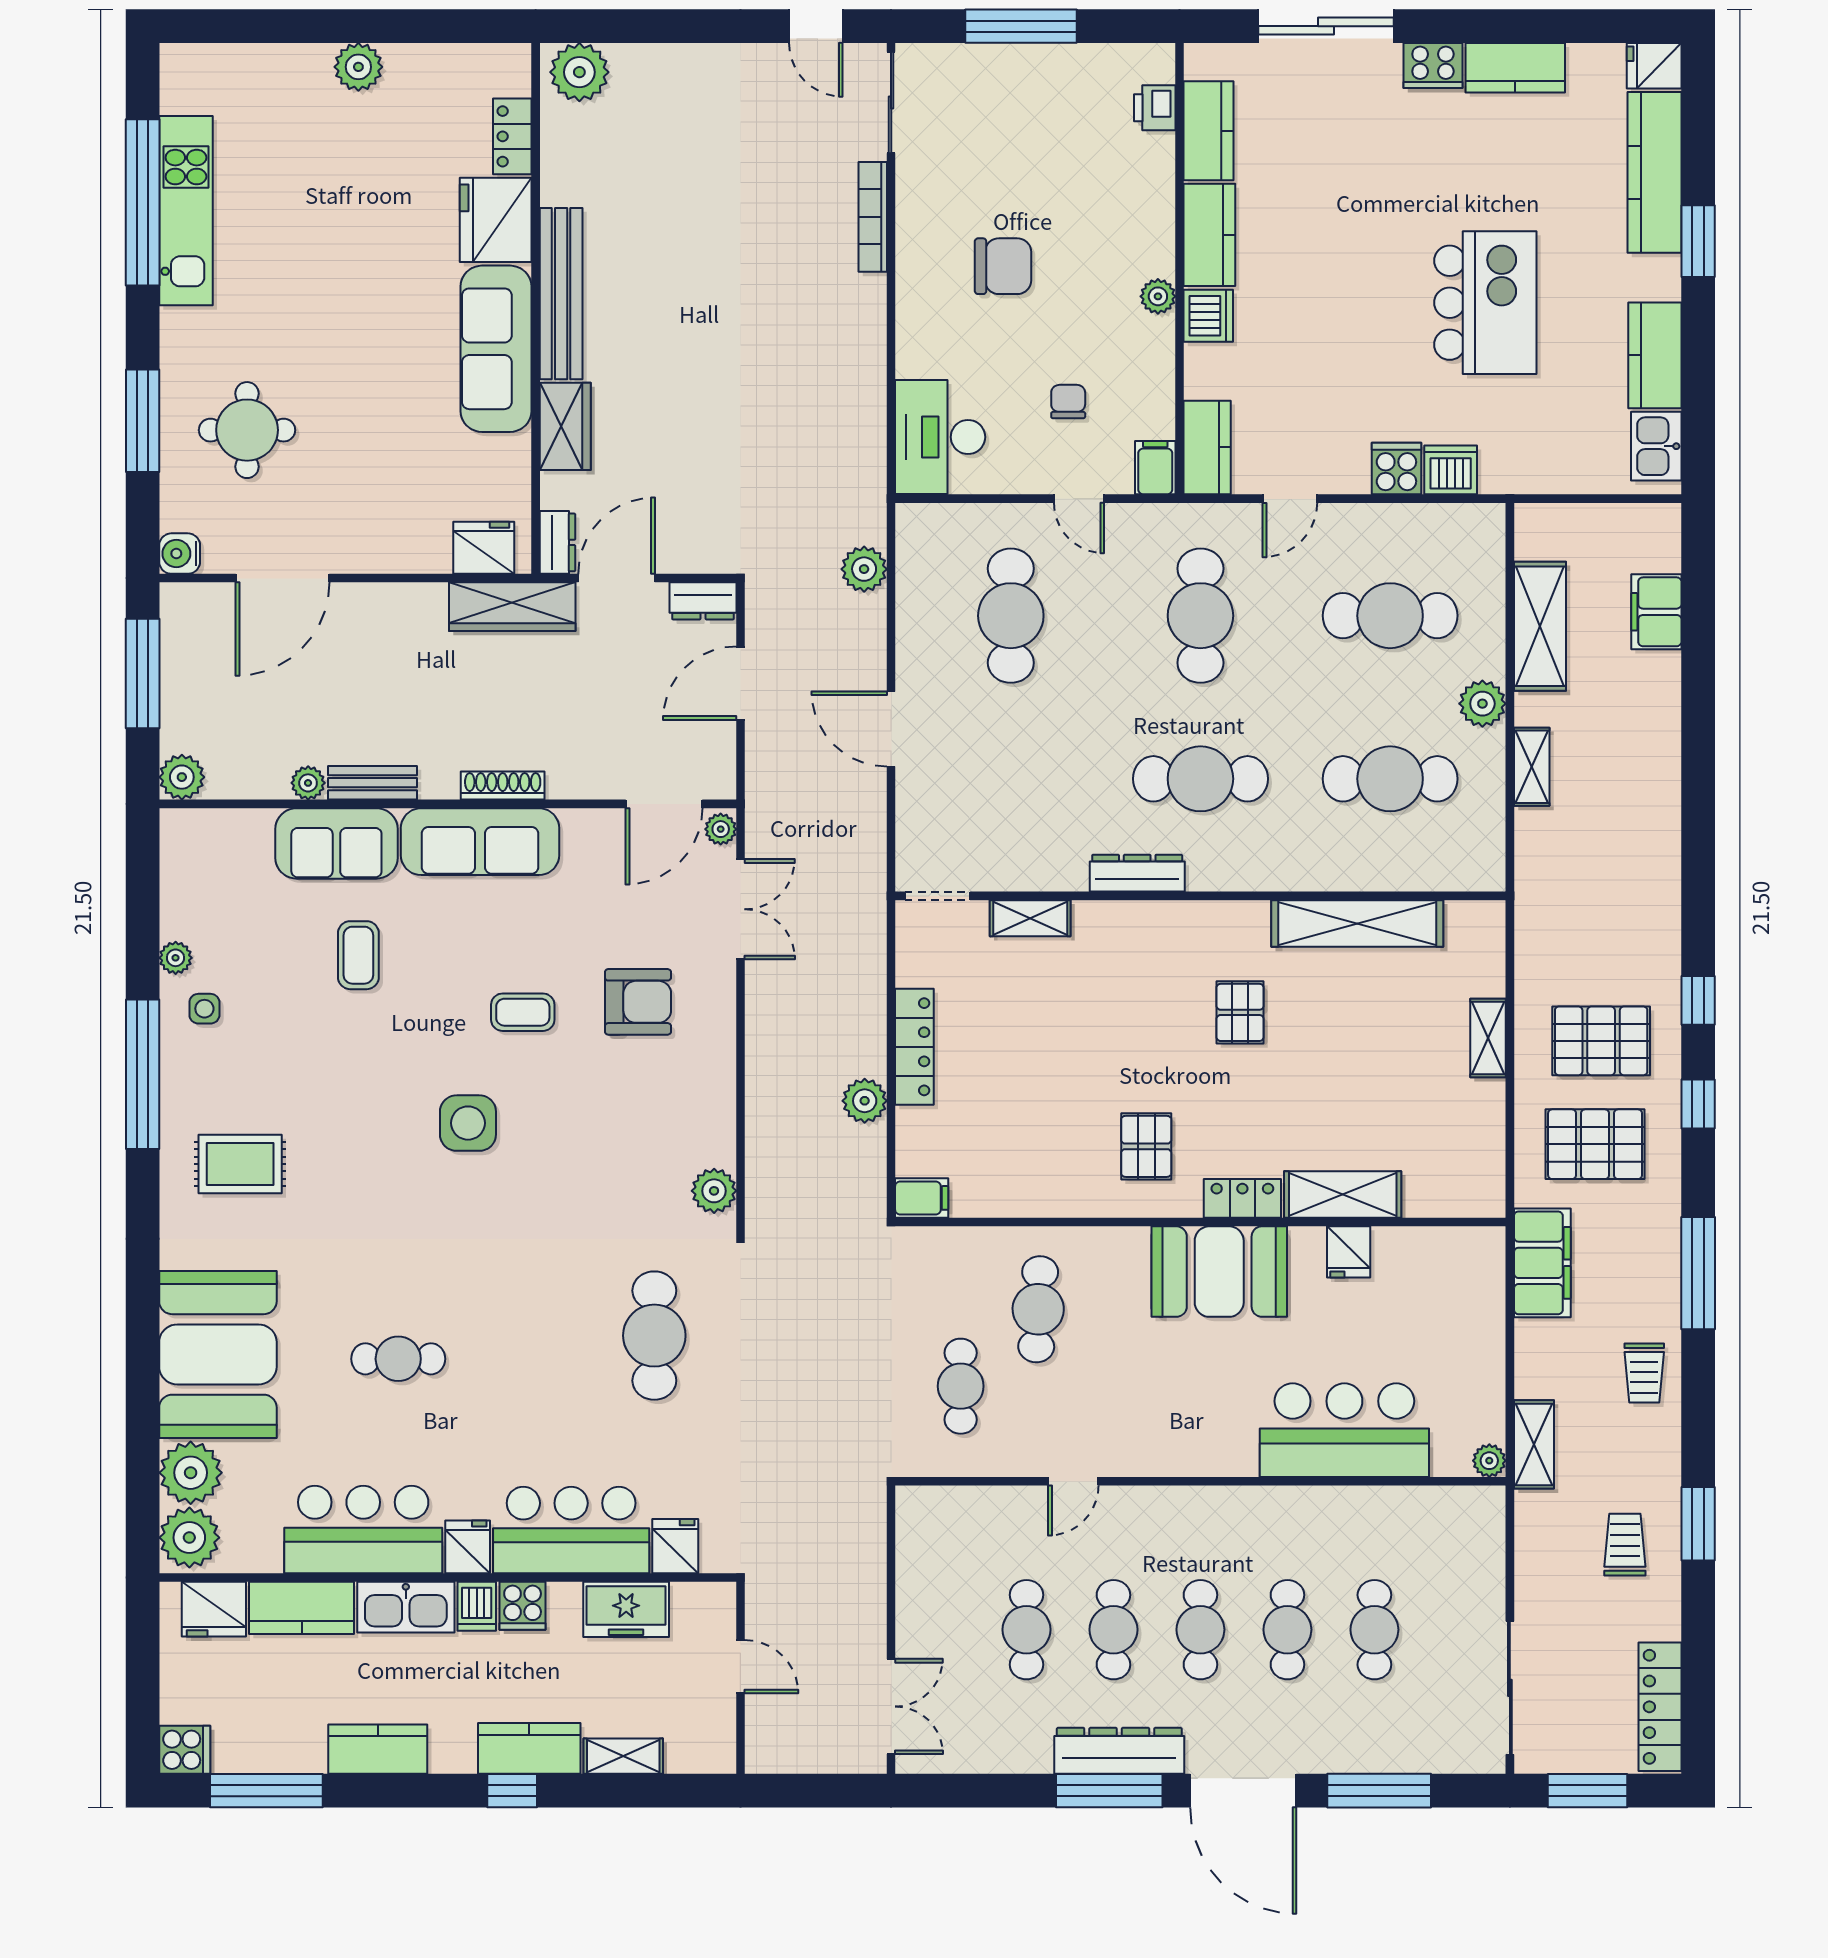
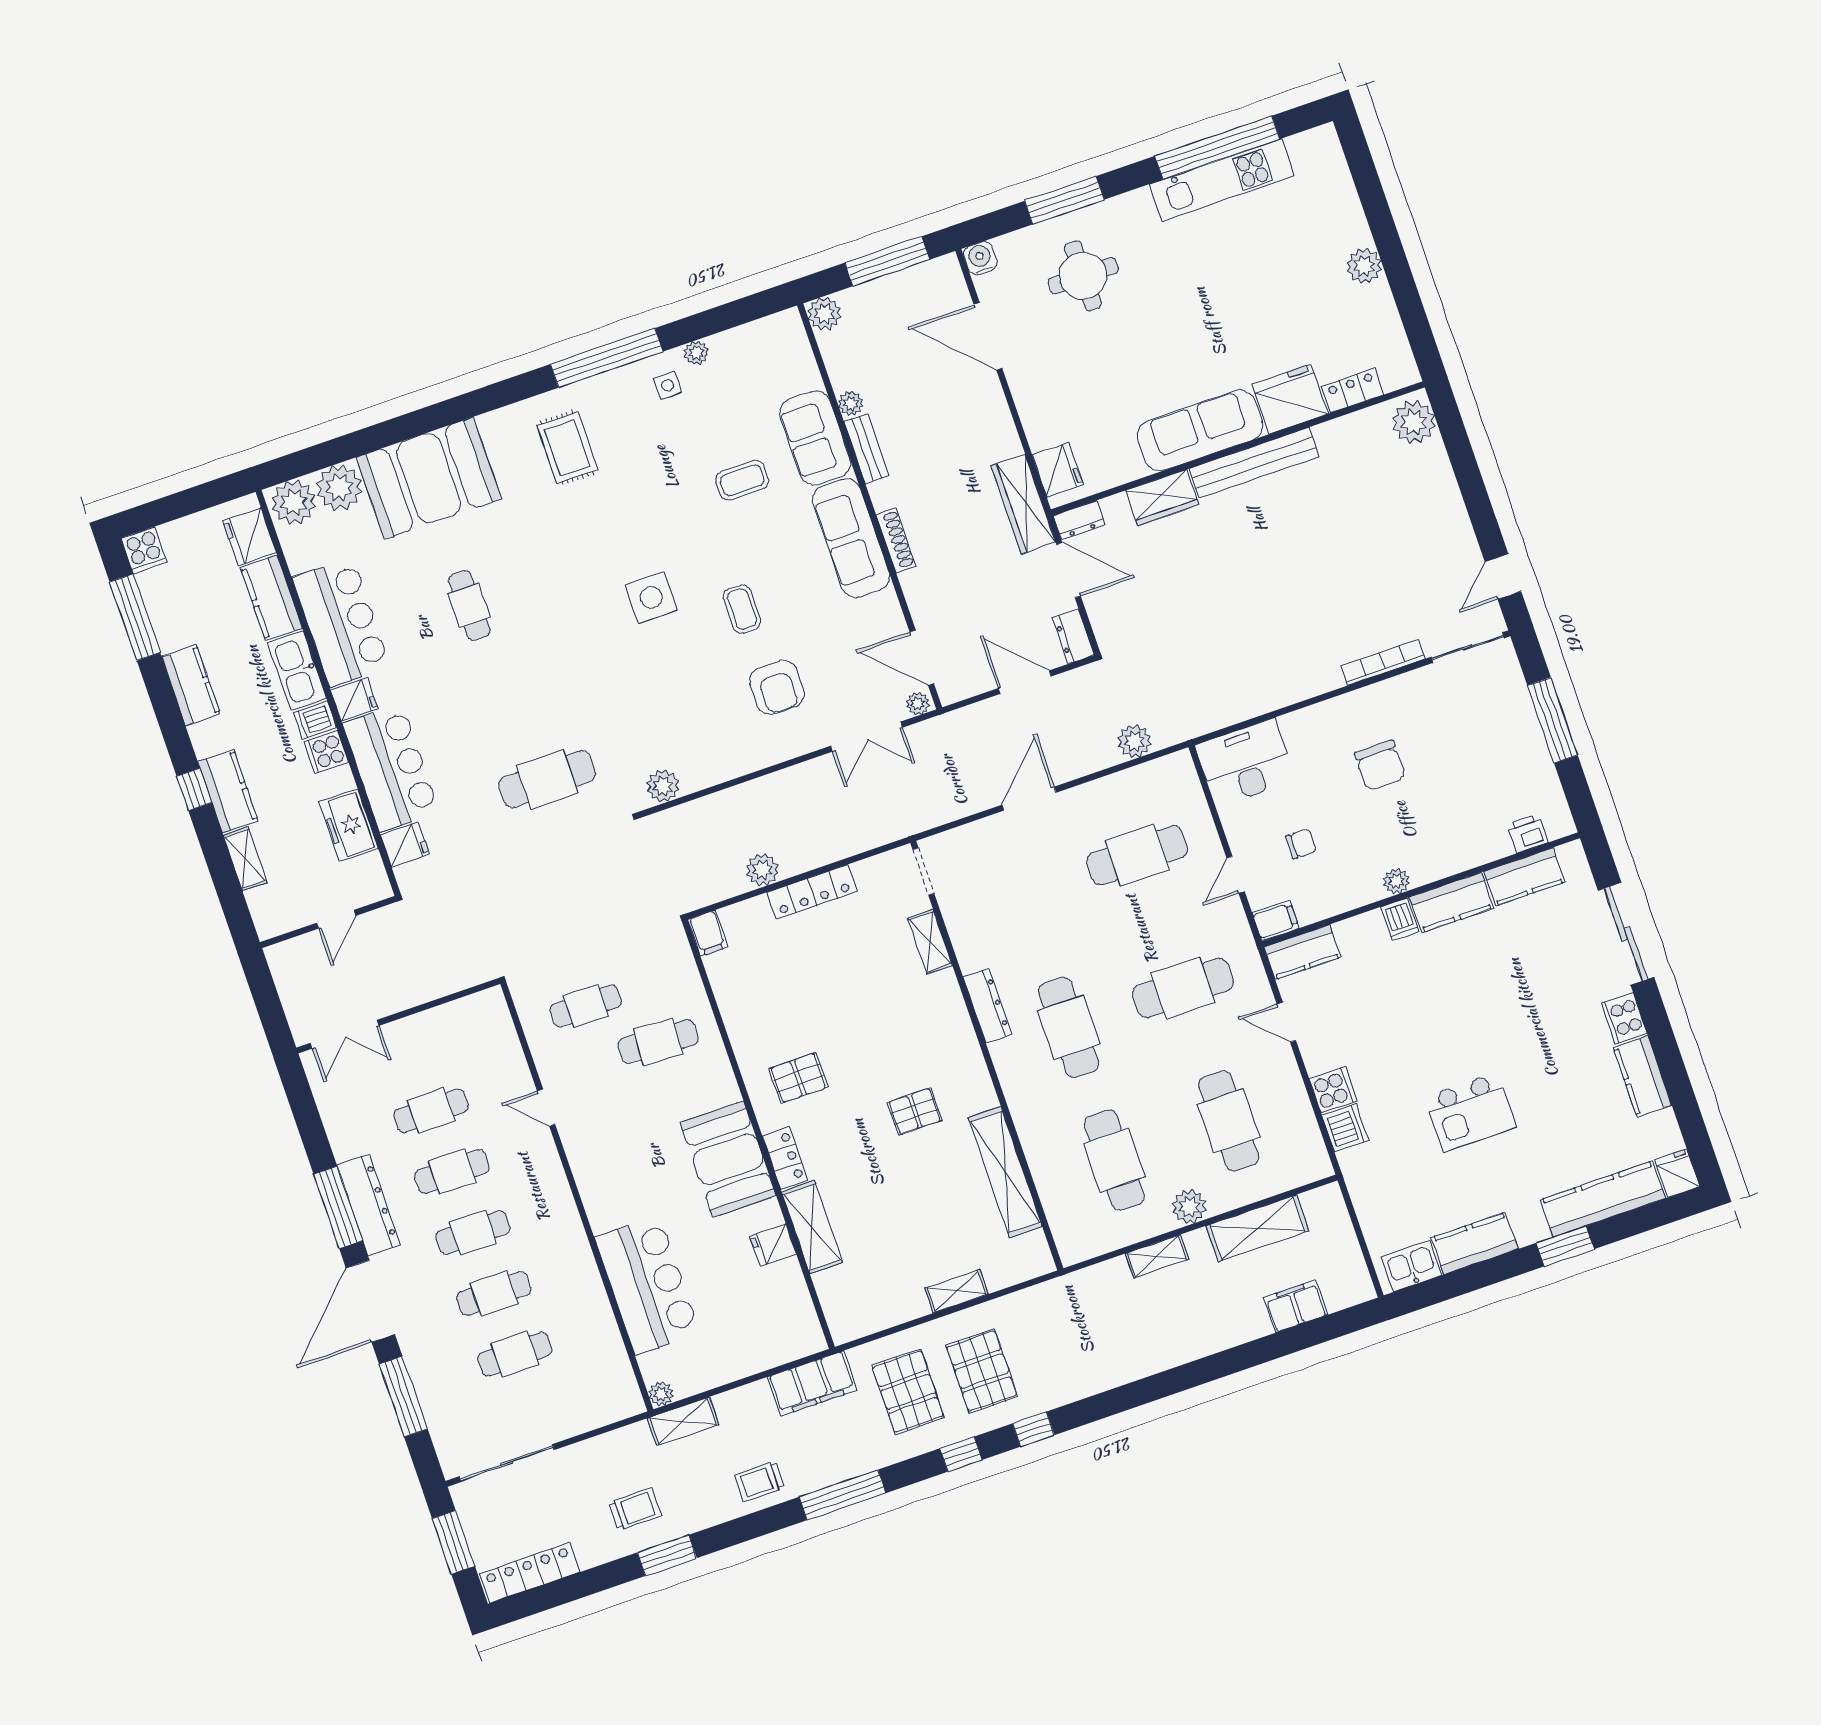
kitchen island: (1485, 303) -> (1471, 1112), width x0.73, depth x0.78
dishwasher: (1208, 316) -> (1400, 919), width x0.73

